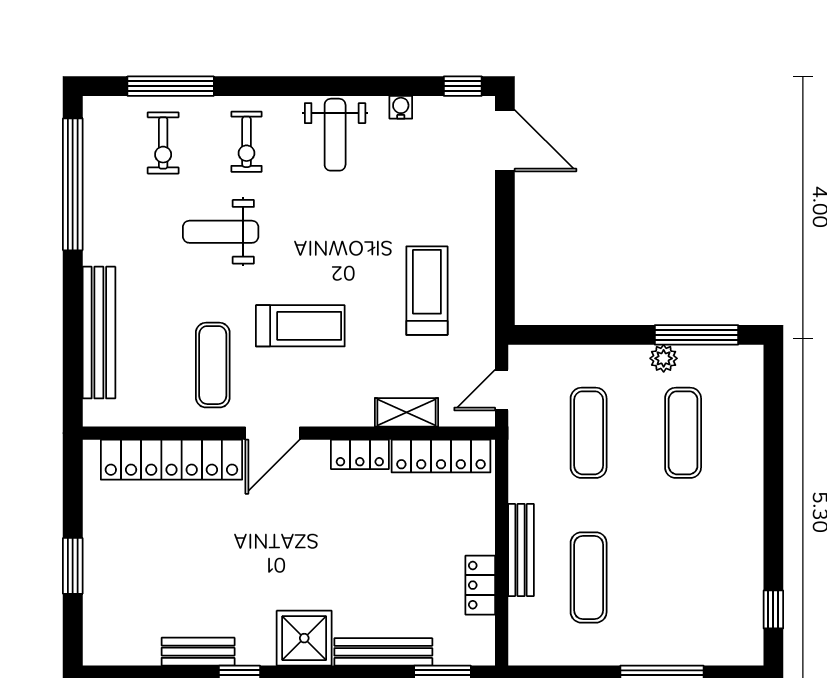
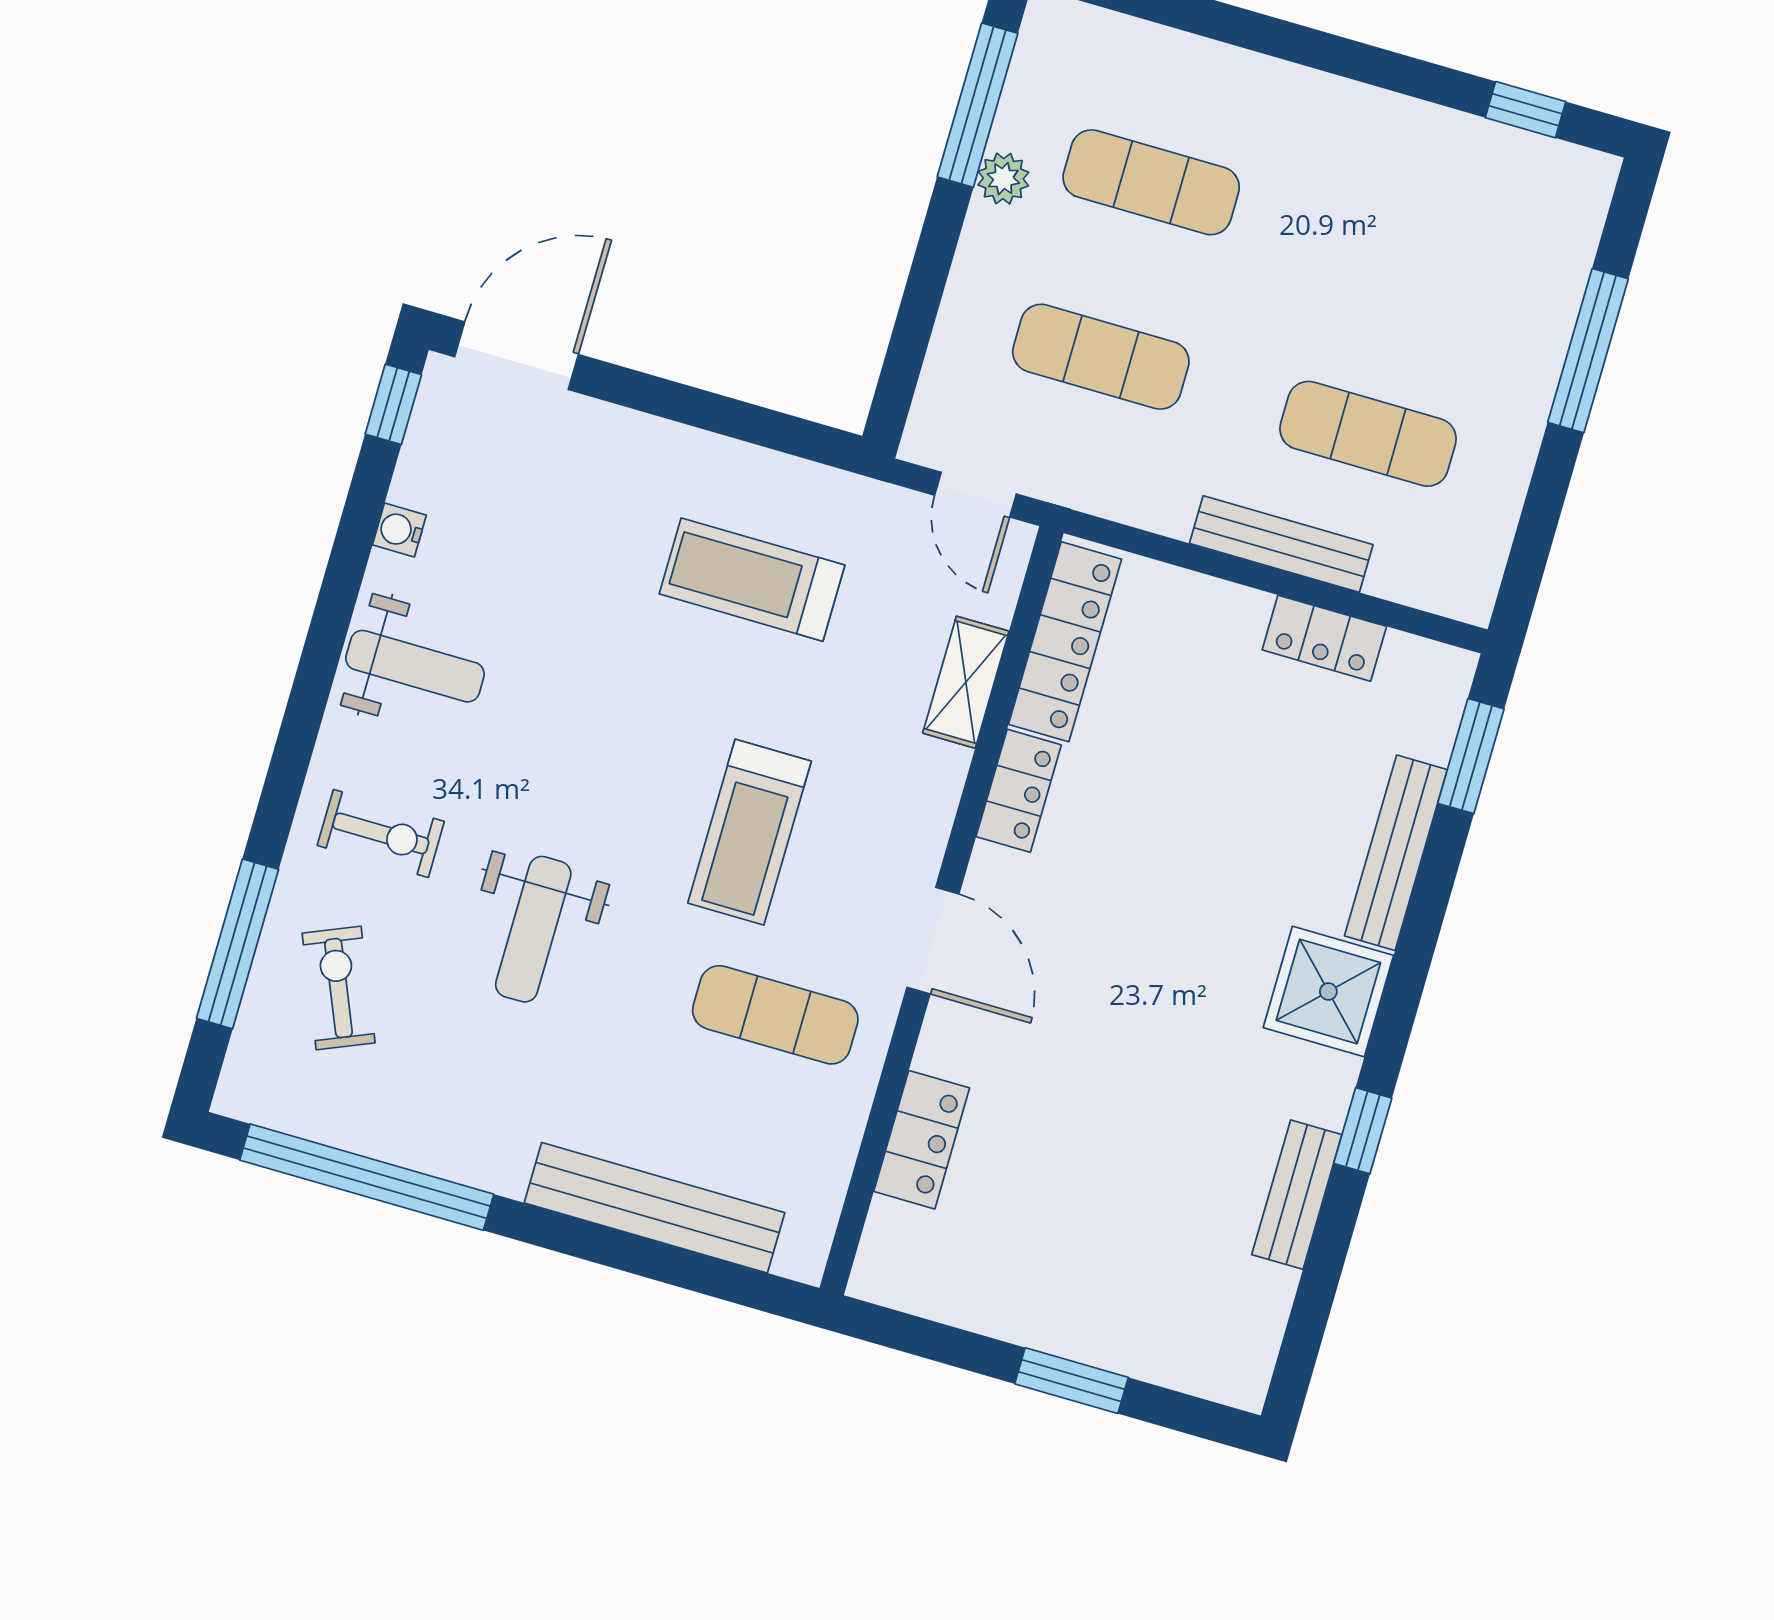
exercise bike: (163, 143) -> (339, 988), turned -113
treadmill: (300, 326) -> (750, 832), turned 180
locker: (171, 460) -> (922, 1140), width x0.46, depth x0.83

